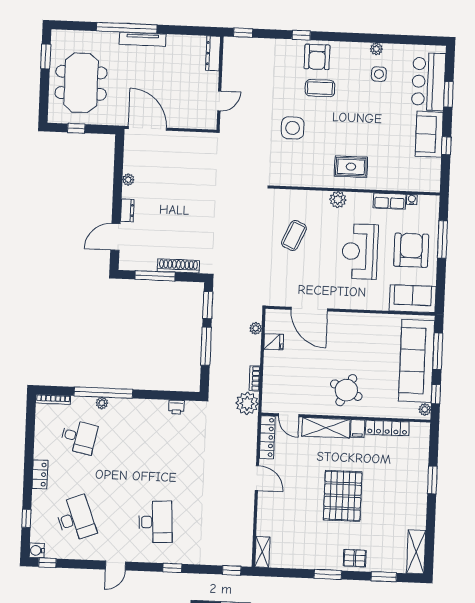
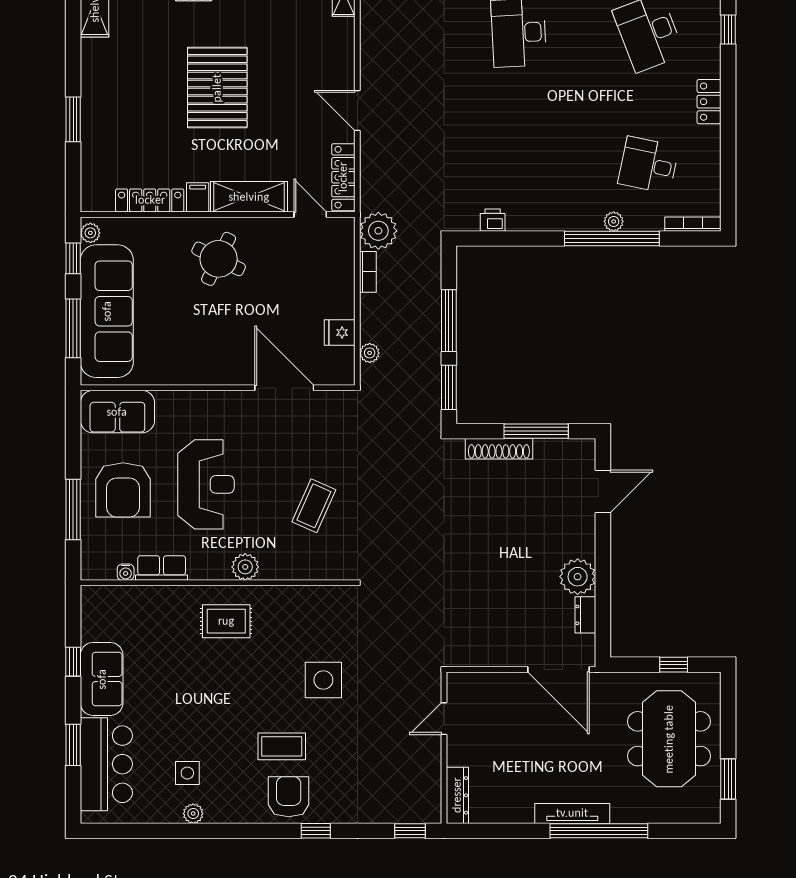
plant: (128, 180) -> (578, 577), width x1.88, depth x1.88
dresser: (127, 210) -> (585, 615), moved

